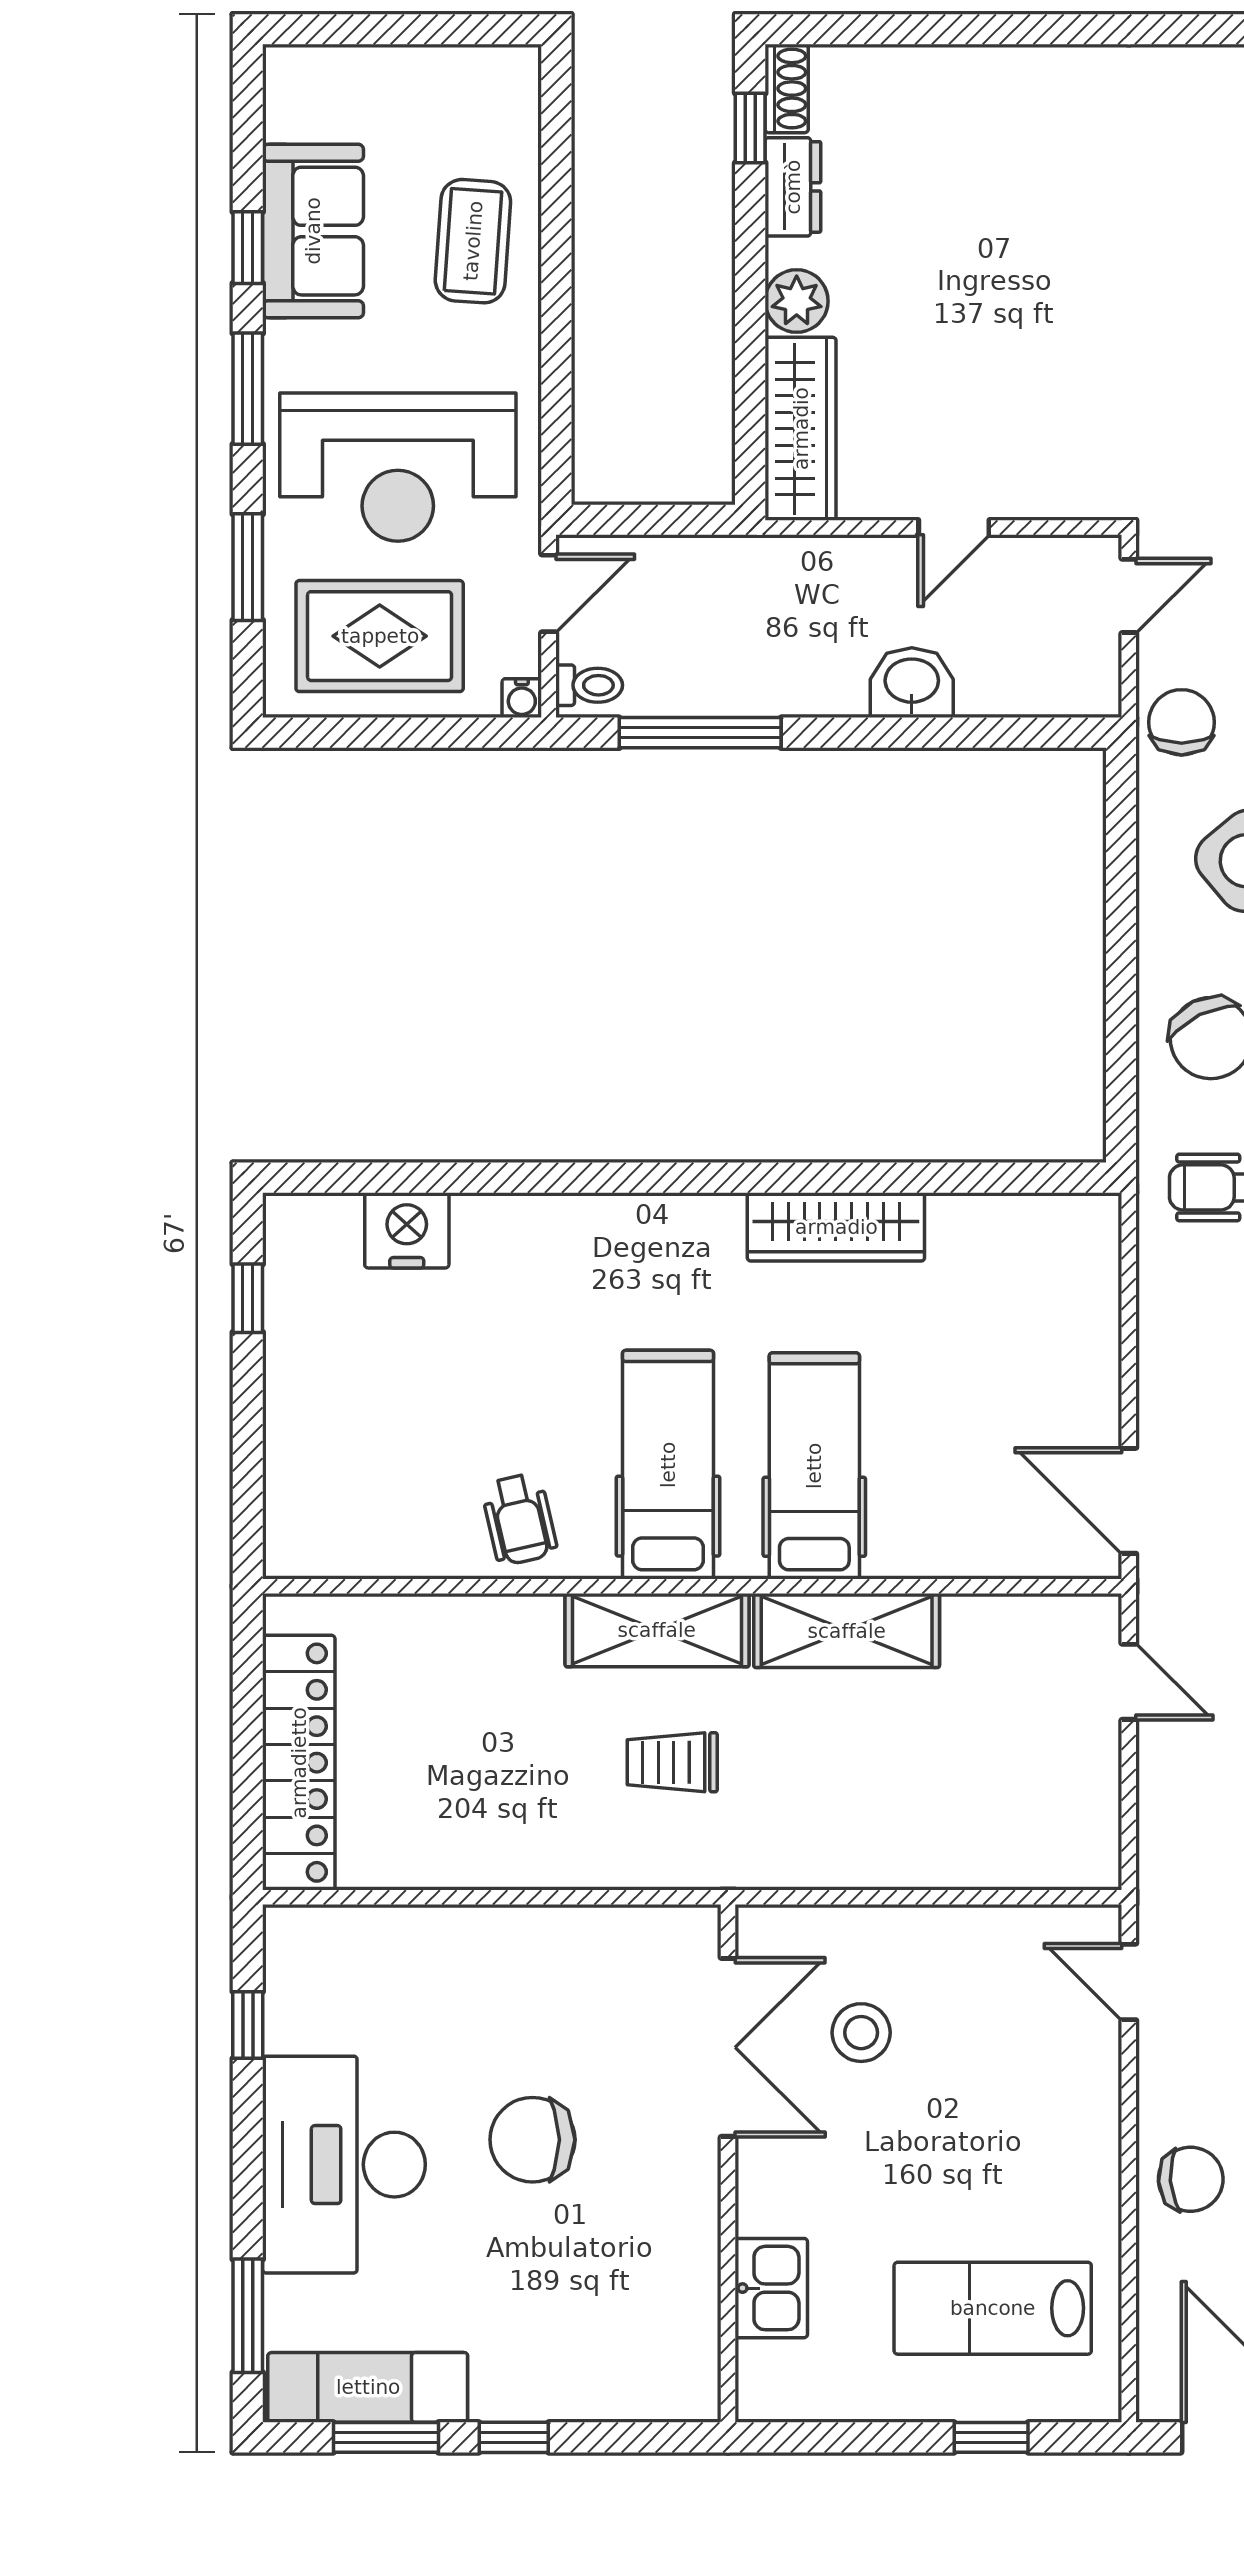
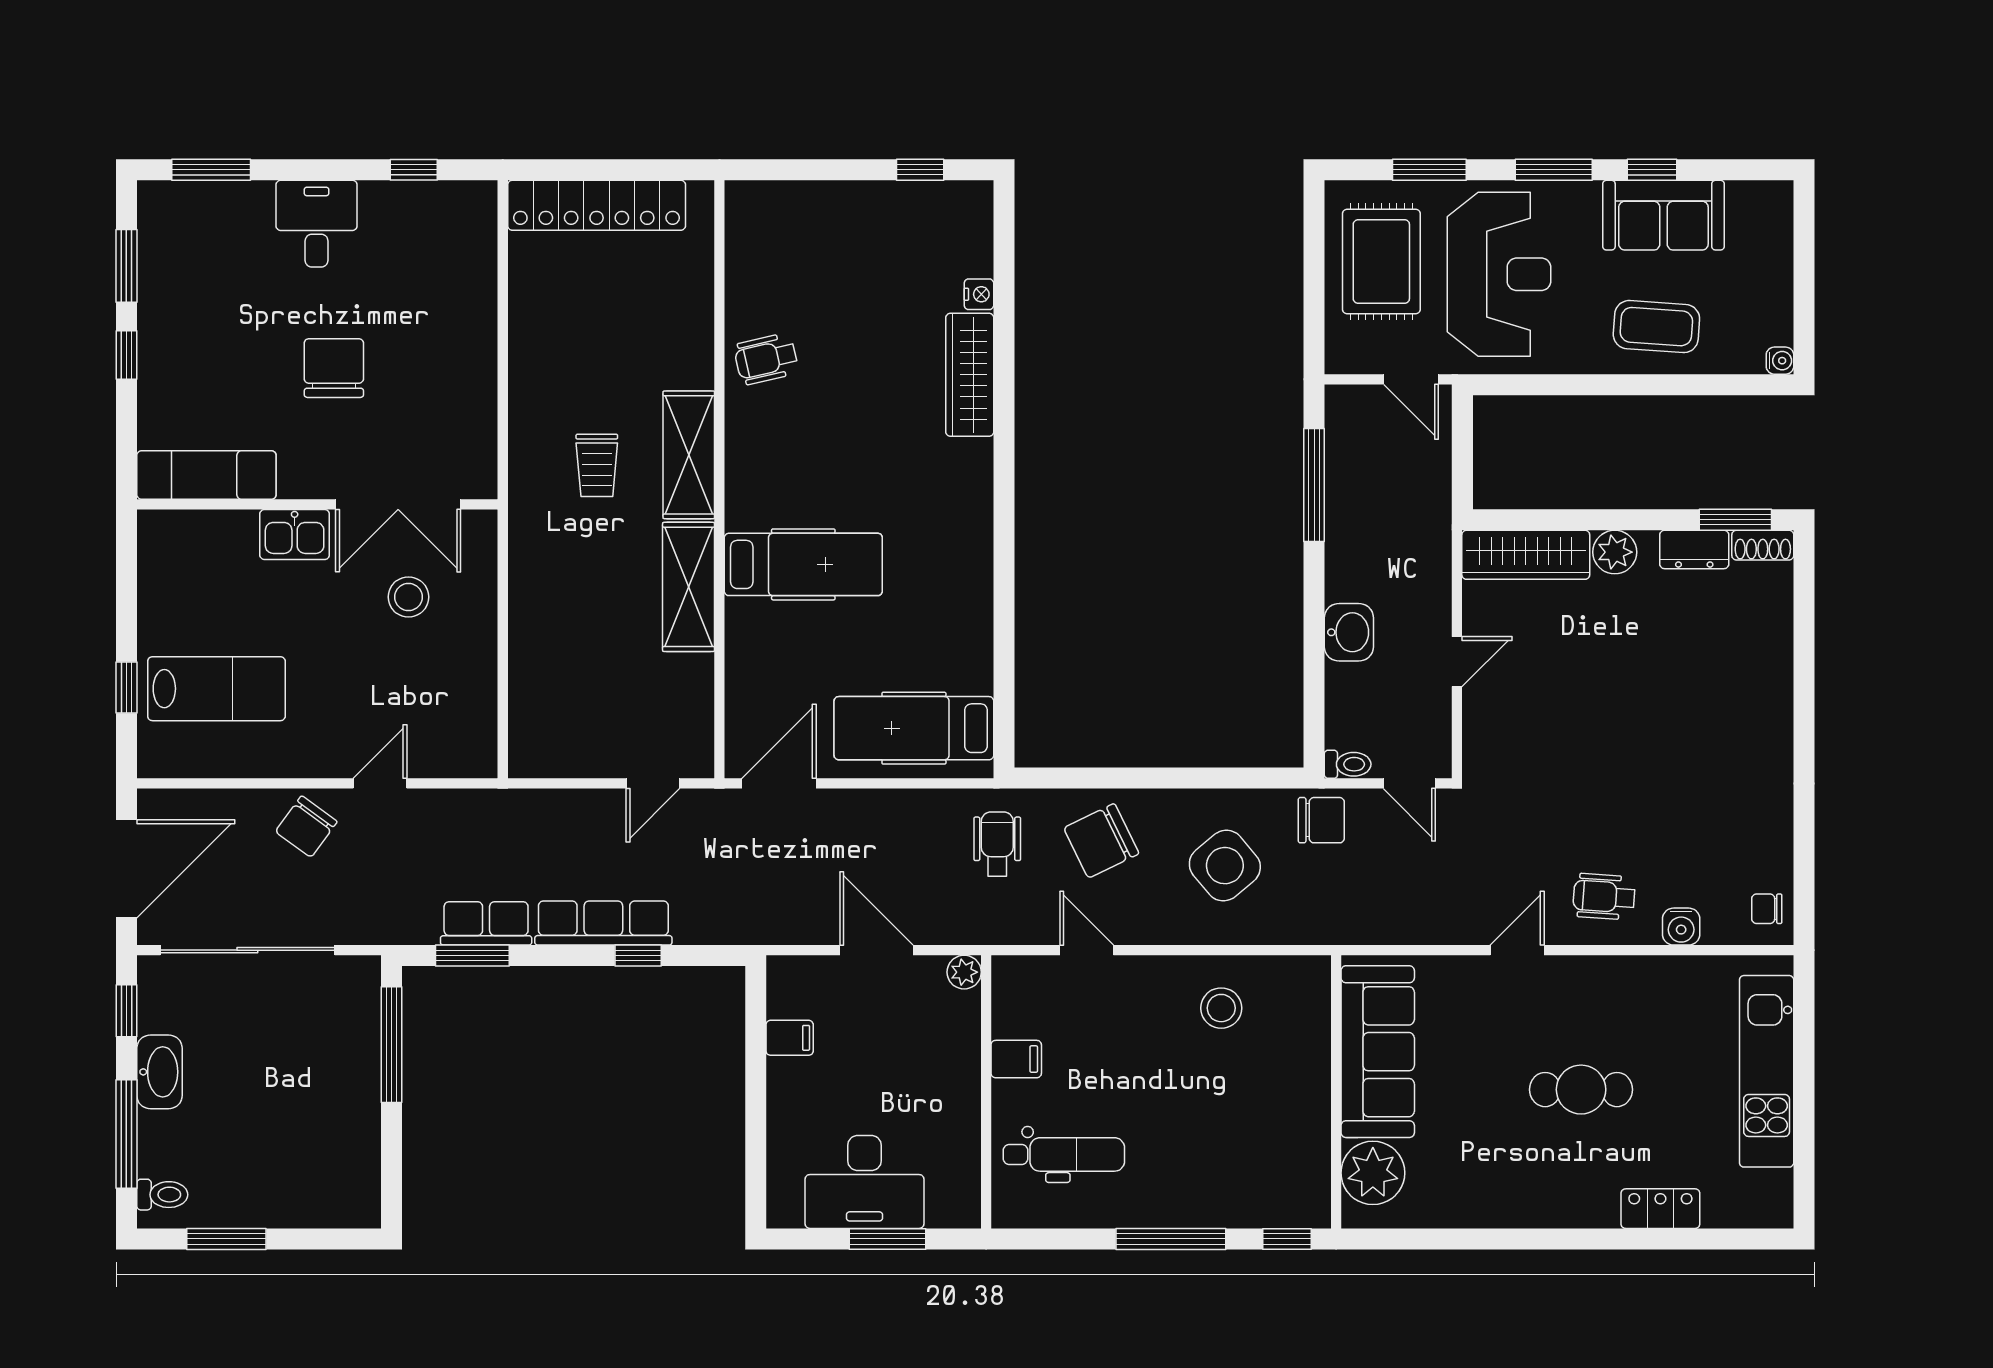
window: (750, 128) -> (1735, 520), width x1.50
reception desk: (398, 467) -> (1499, 274), turned 180
door: (954, 528) -> (1457, 662), swing flipped
toilet: (589, 685) -> (1348, 764), moved, turned -90
water cooler: (522, 698) -> (1780, 361), moved, turned 180
wardrobe: (836, 1227) -> (970, 375), moved
nightstand: (407, 1230) -> (979, 294), width x0.53, depth x0.56
hospital bed: (668, 1465) -> (914, 728), moved, turned 180
trolley: (672, 1762) -> (597, 465), turned 180
door: (1129, 1982) -> (380, 783), moved
desk: (344, 2165) -> (317, 224), width x0.53, depth x0.77
chair: (1191, 2179) -> (306, 827), turned 40
kitchen sink: (771, 2288) -> (295, 534), moved
lab bench: (993, 2308) -> (216, 689), turned 90
exam couch: (368, 2387) -> (206, 475), moved, turned -90

